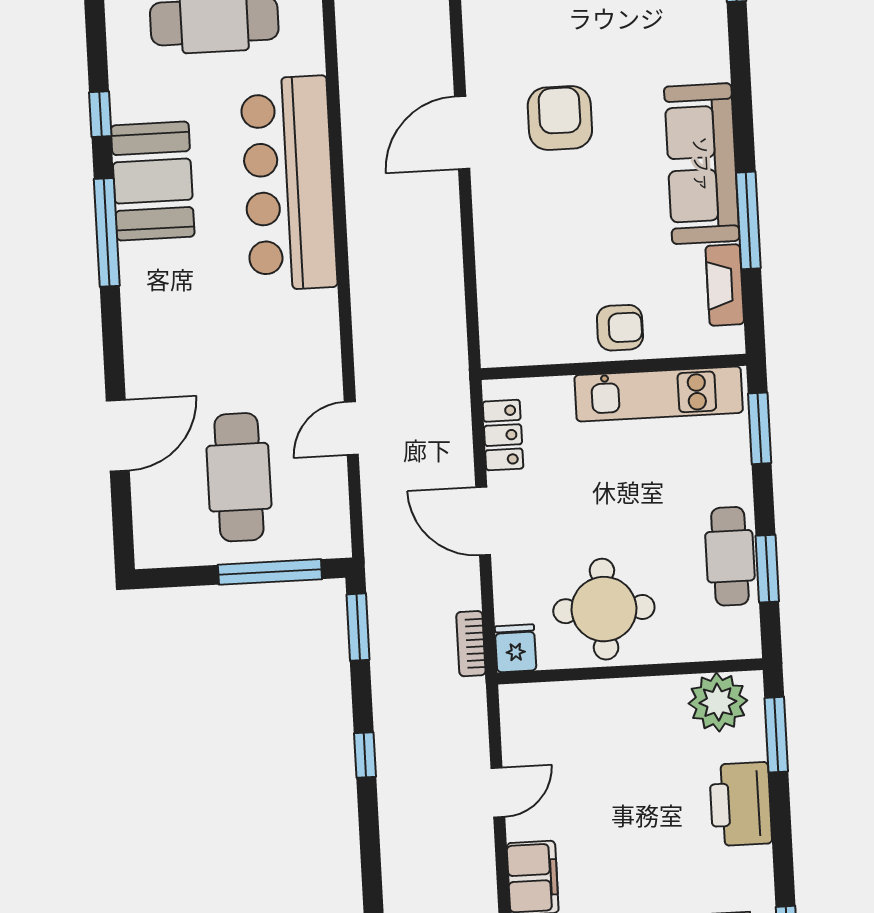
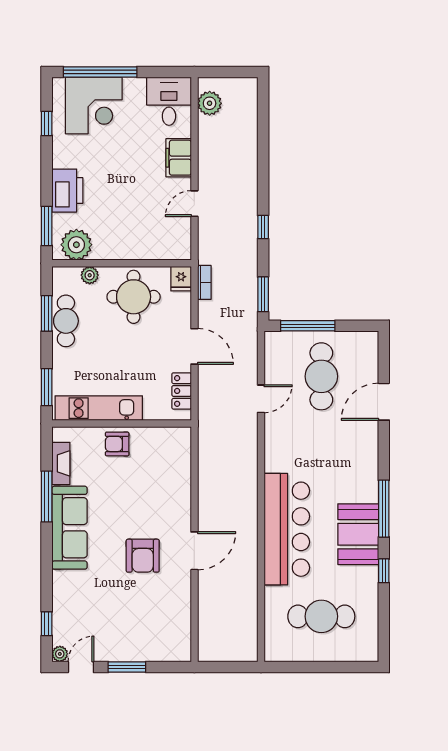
plant: (690, 645) -> (90, 275), added

